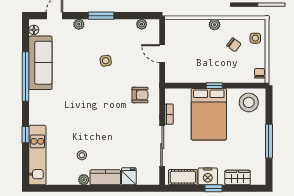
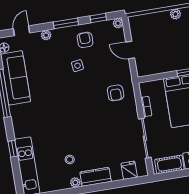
window: (135, 16) -> (98, 18), added
plant: (142, 24) -> (118, 23), moved
armchair: (118, 36) -> (85, 40), added
armchair: (140, 95) -> (116, 93), turned 90
fridge: (129, 176) -> (129, 170), moved

